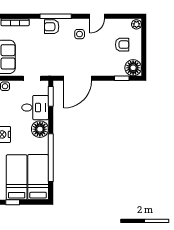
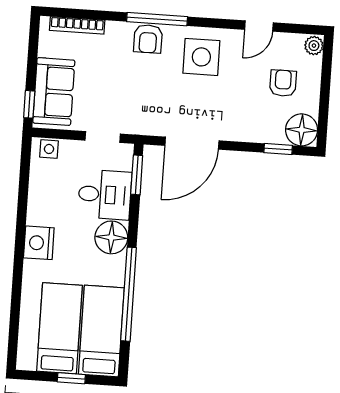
door: (97, 16) -> (259, 26), moved
armchair: (52, 27) -> (148, 39), turned -90
side table: (80, 34) -> (201, 57), width x1.87, depth x1.87
armchair: (122, 45) -> (283, 83), turned -90
window: (13, 202) -> (71, 378), moved

